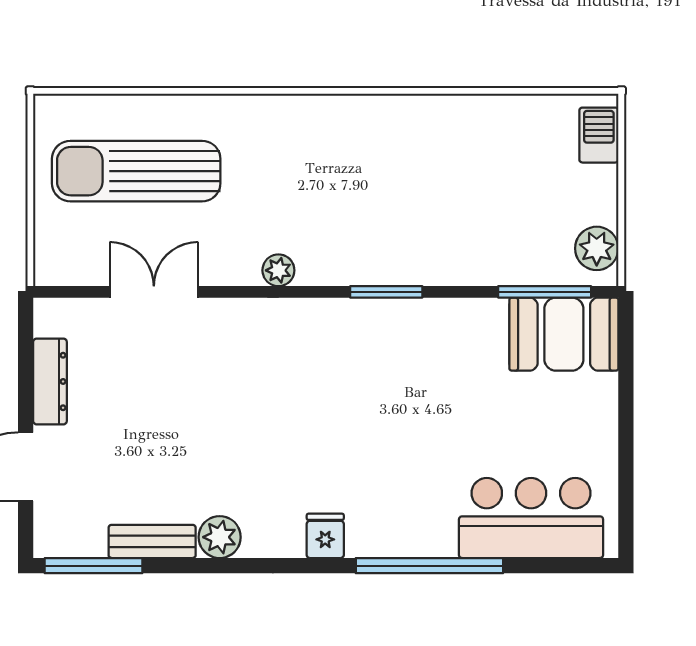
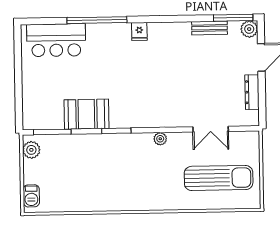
booth: (564, 334) -> (86, 114), moved
plant: (220, 537) -> (249, 29), moved

